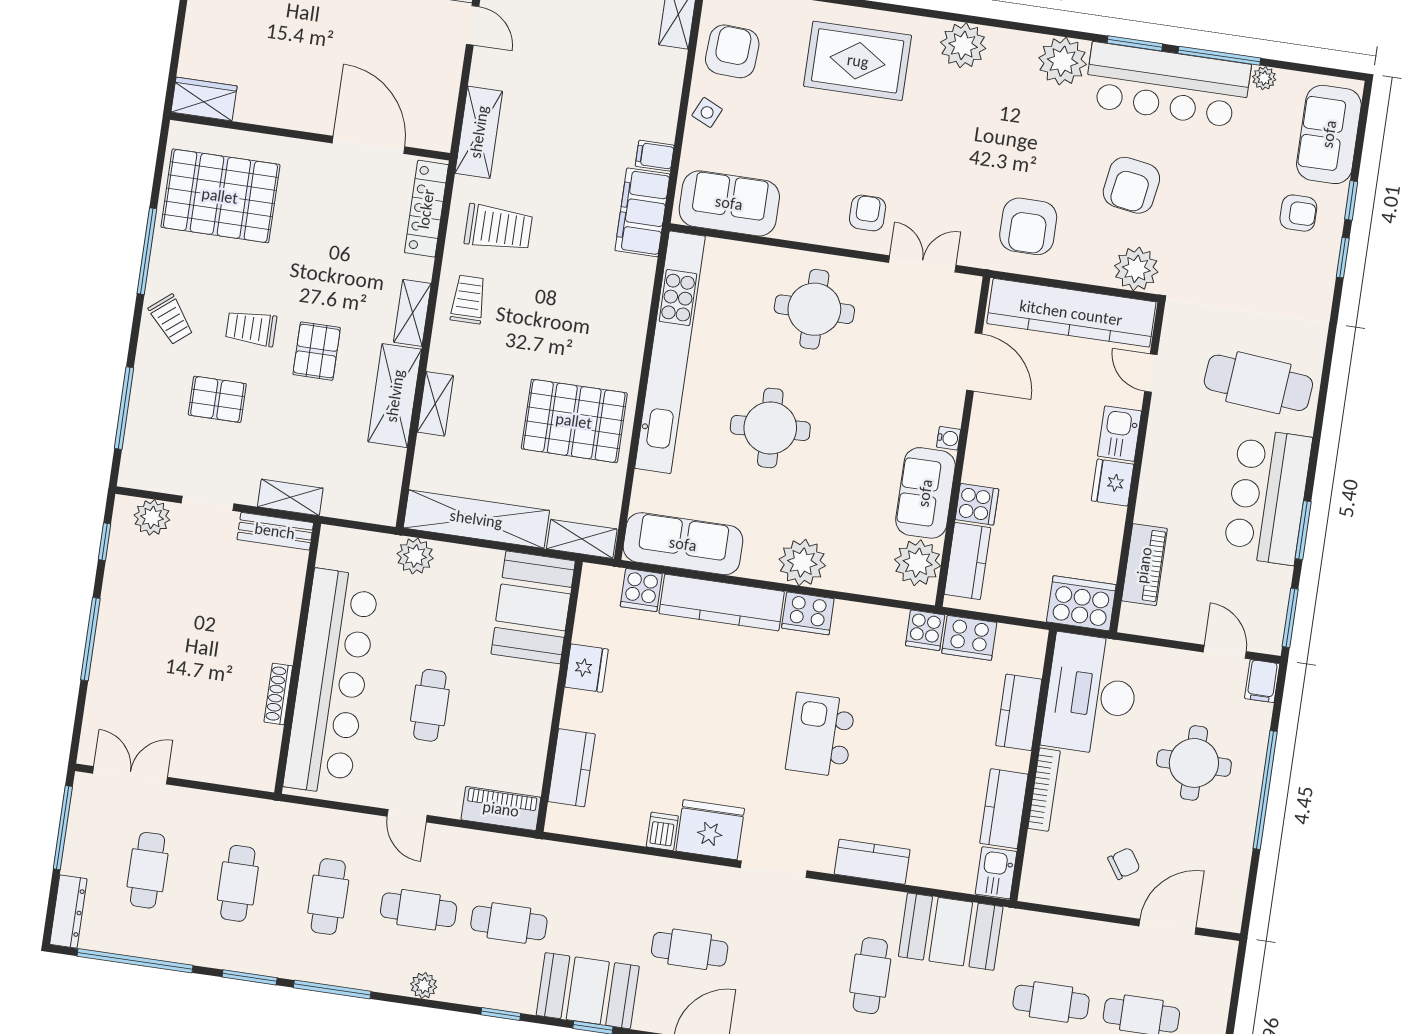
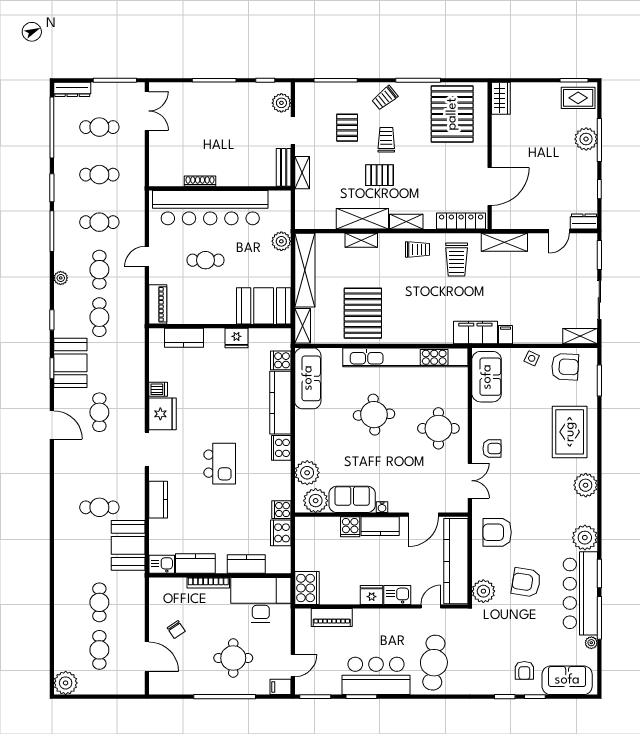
kitchen counter: (967, 561) -> (380, 526), moved
plant: (802, 562) -> (307, 473), moved
kitchen island: (821, 735) -> (220, 464), turned 90

